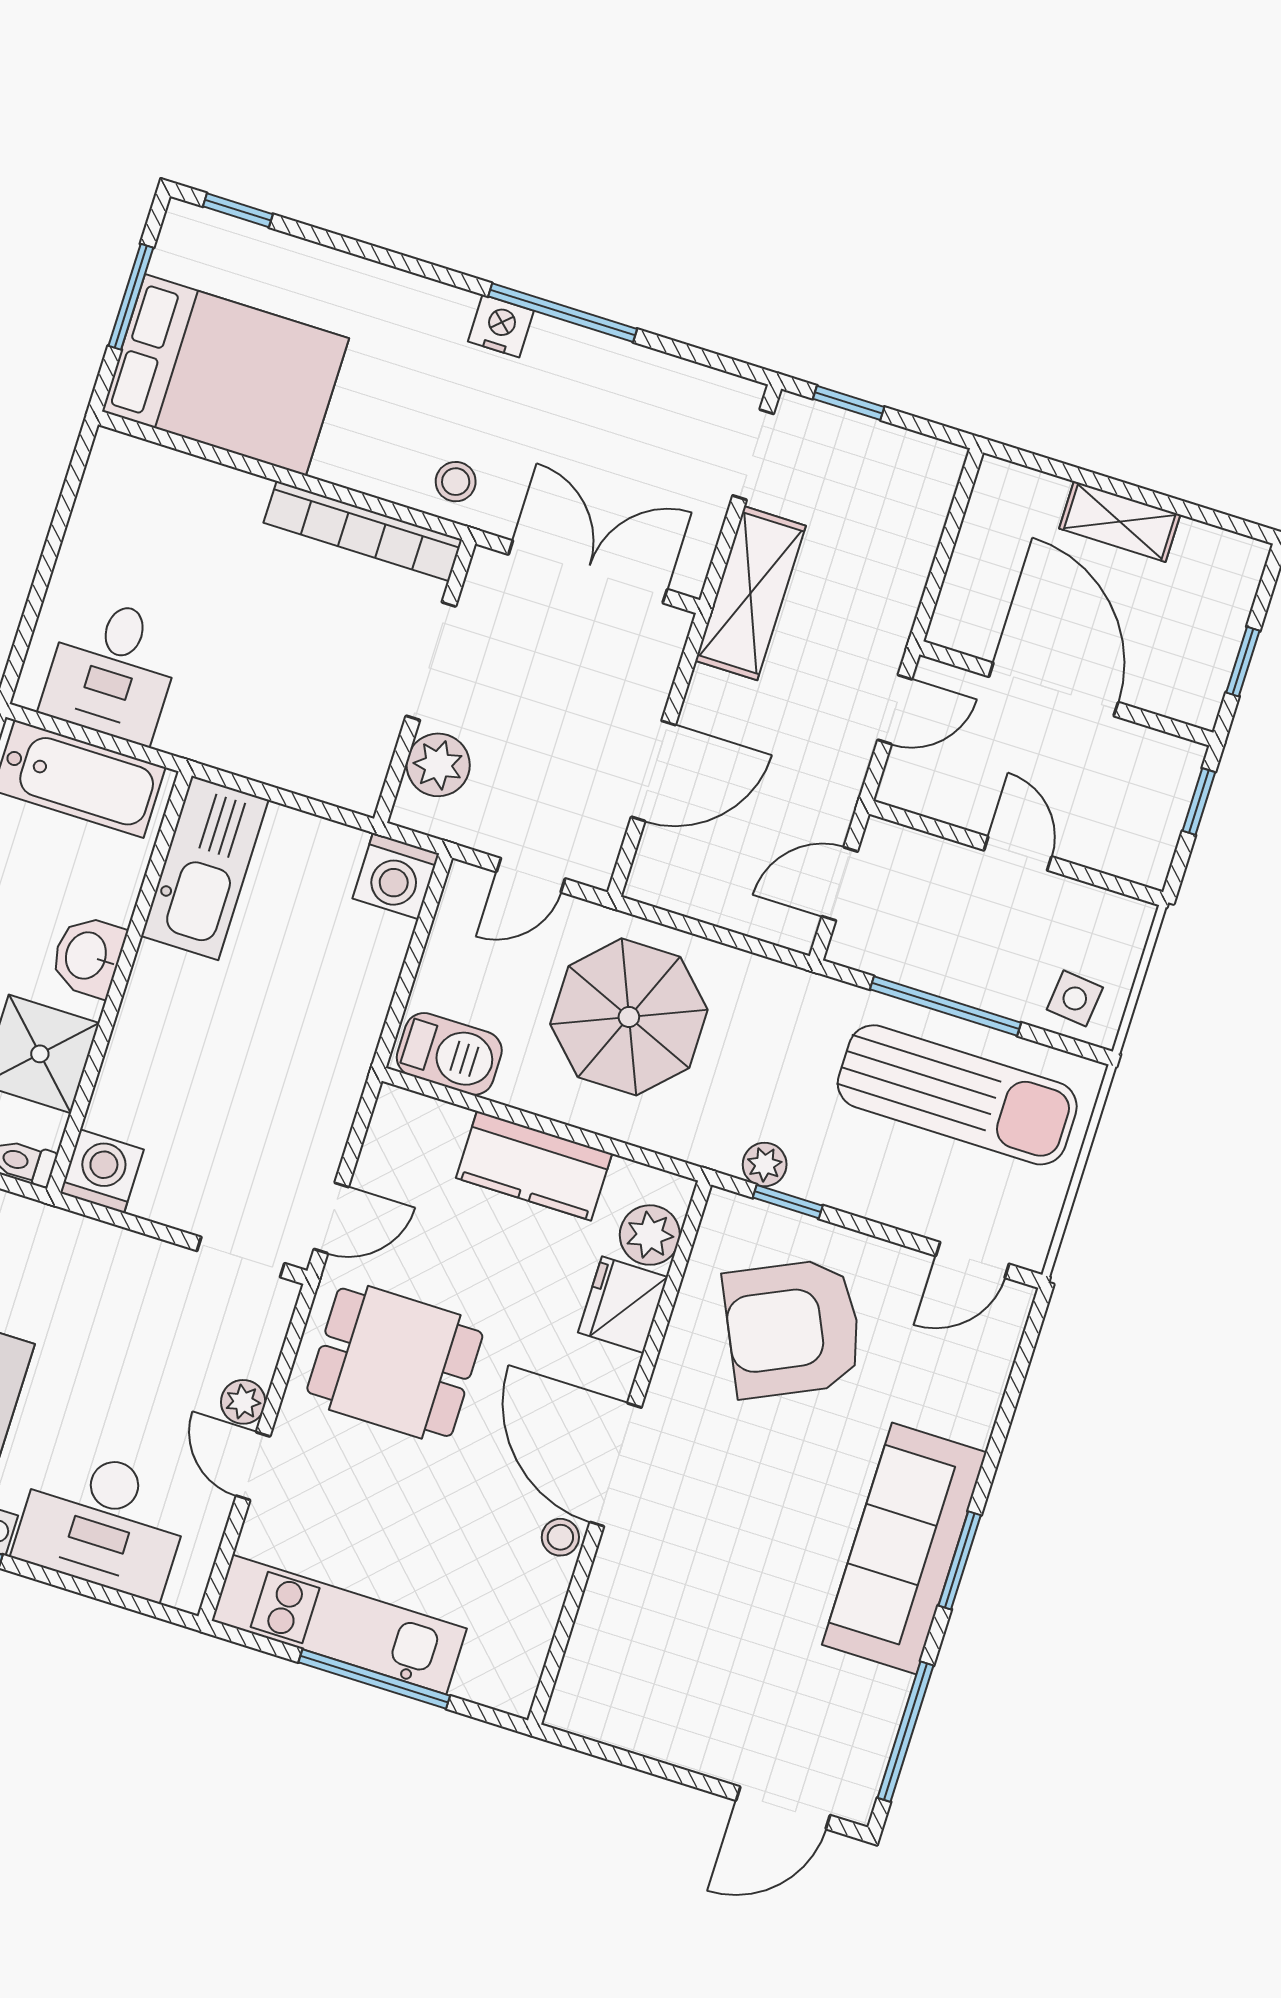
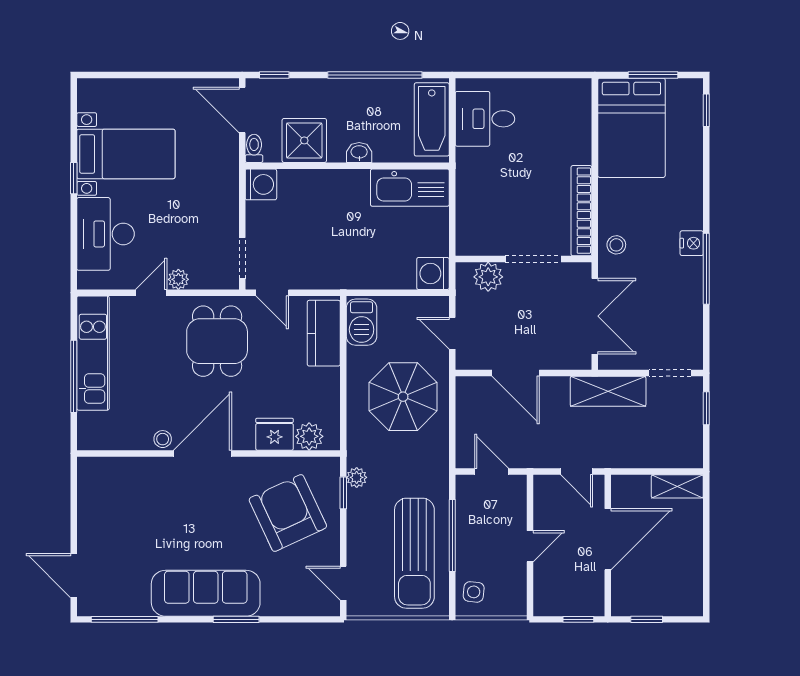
shelving: (1120, 522) -> (677, 486), moved, turned 90
washbasin: (88, 956) -> (359, 153), width x0.72, depth x0.69
kitchen counter: (534, 1166) -> (324, 333), moved
window: (960, 1560) -> (236, 619), moved

